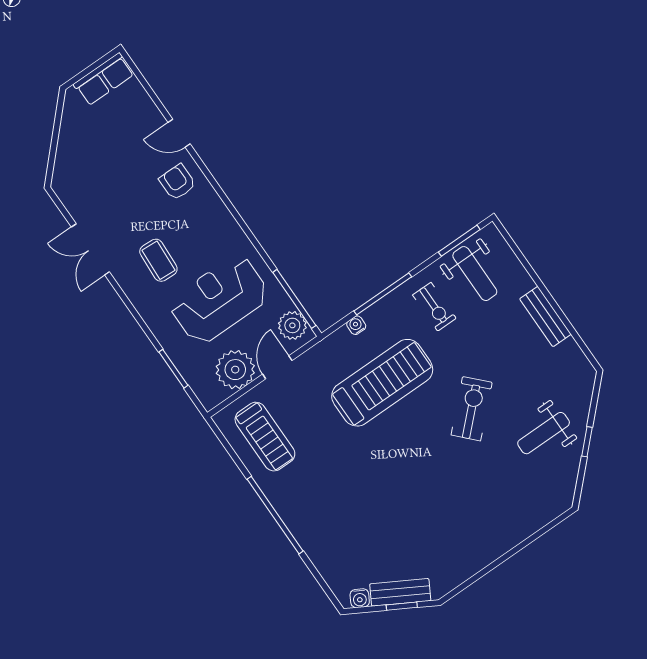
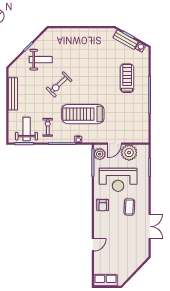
door: (179, 133) -> (93, 245), hinge flipped
armchair: (177, 182) -> (103, 205), moved
bench: (545, 317) -> (13, 94), width x1.36
treadmill: (265, 437) -> (127, 78), moved

